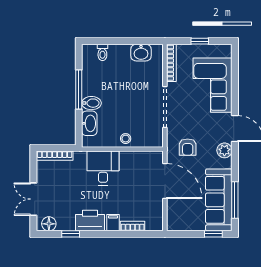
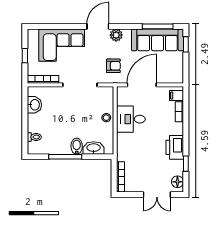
desk: (103, 168) -> (131, 119), moved
filing cabinet: (113, 223) -> (177, 95), moved

